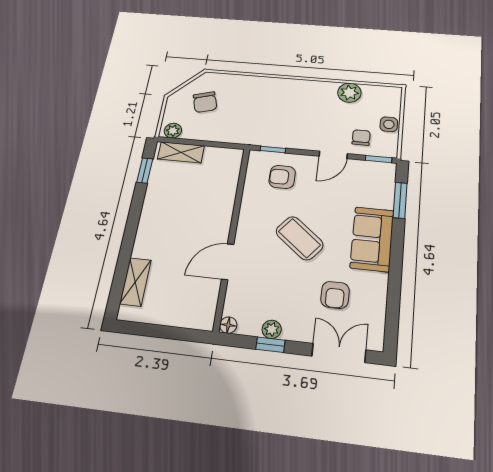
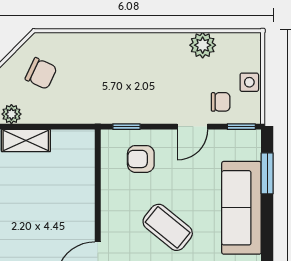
chair: (205, 102) -> (41, 73), turned -49
chair: (361, 138) -> (221, 102), turned 90
sofa: (372, 239) -> (241, 208), width x1.36

